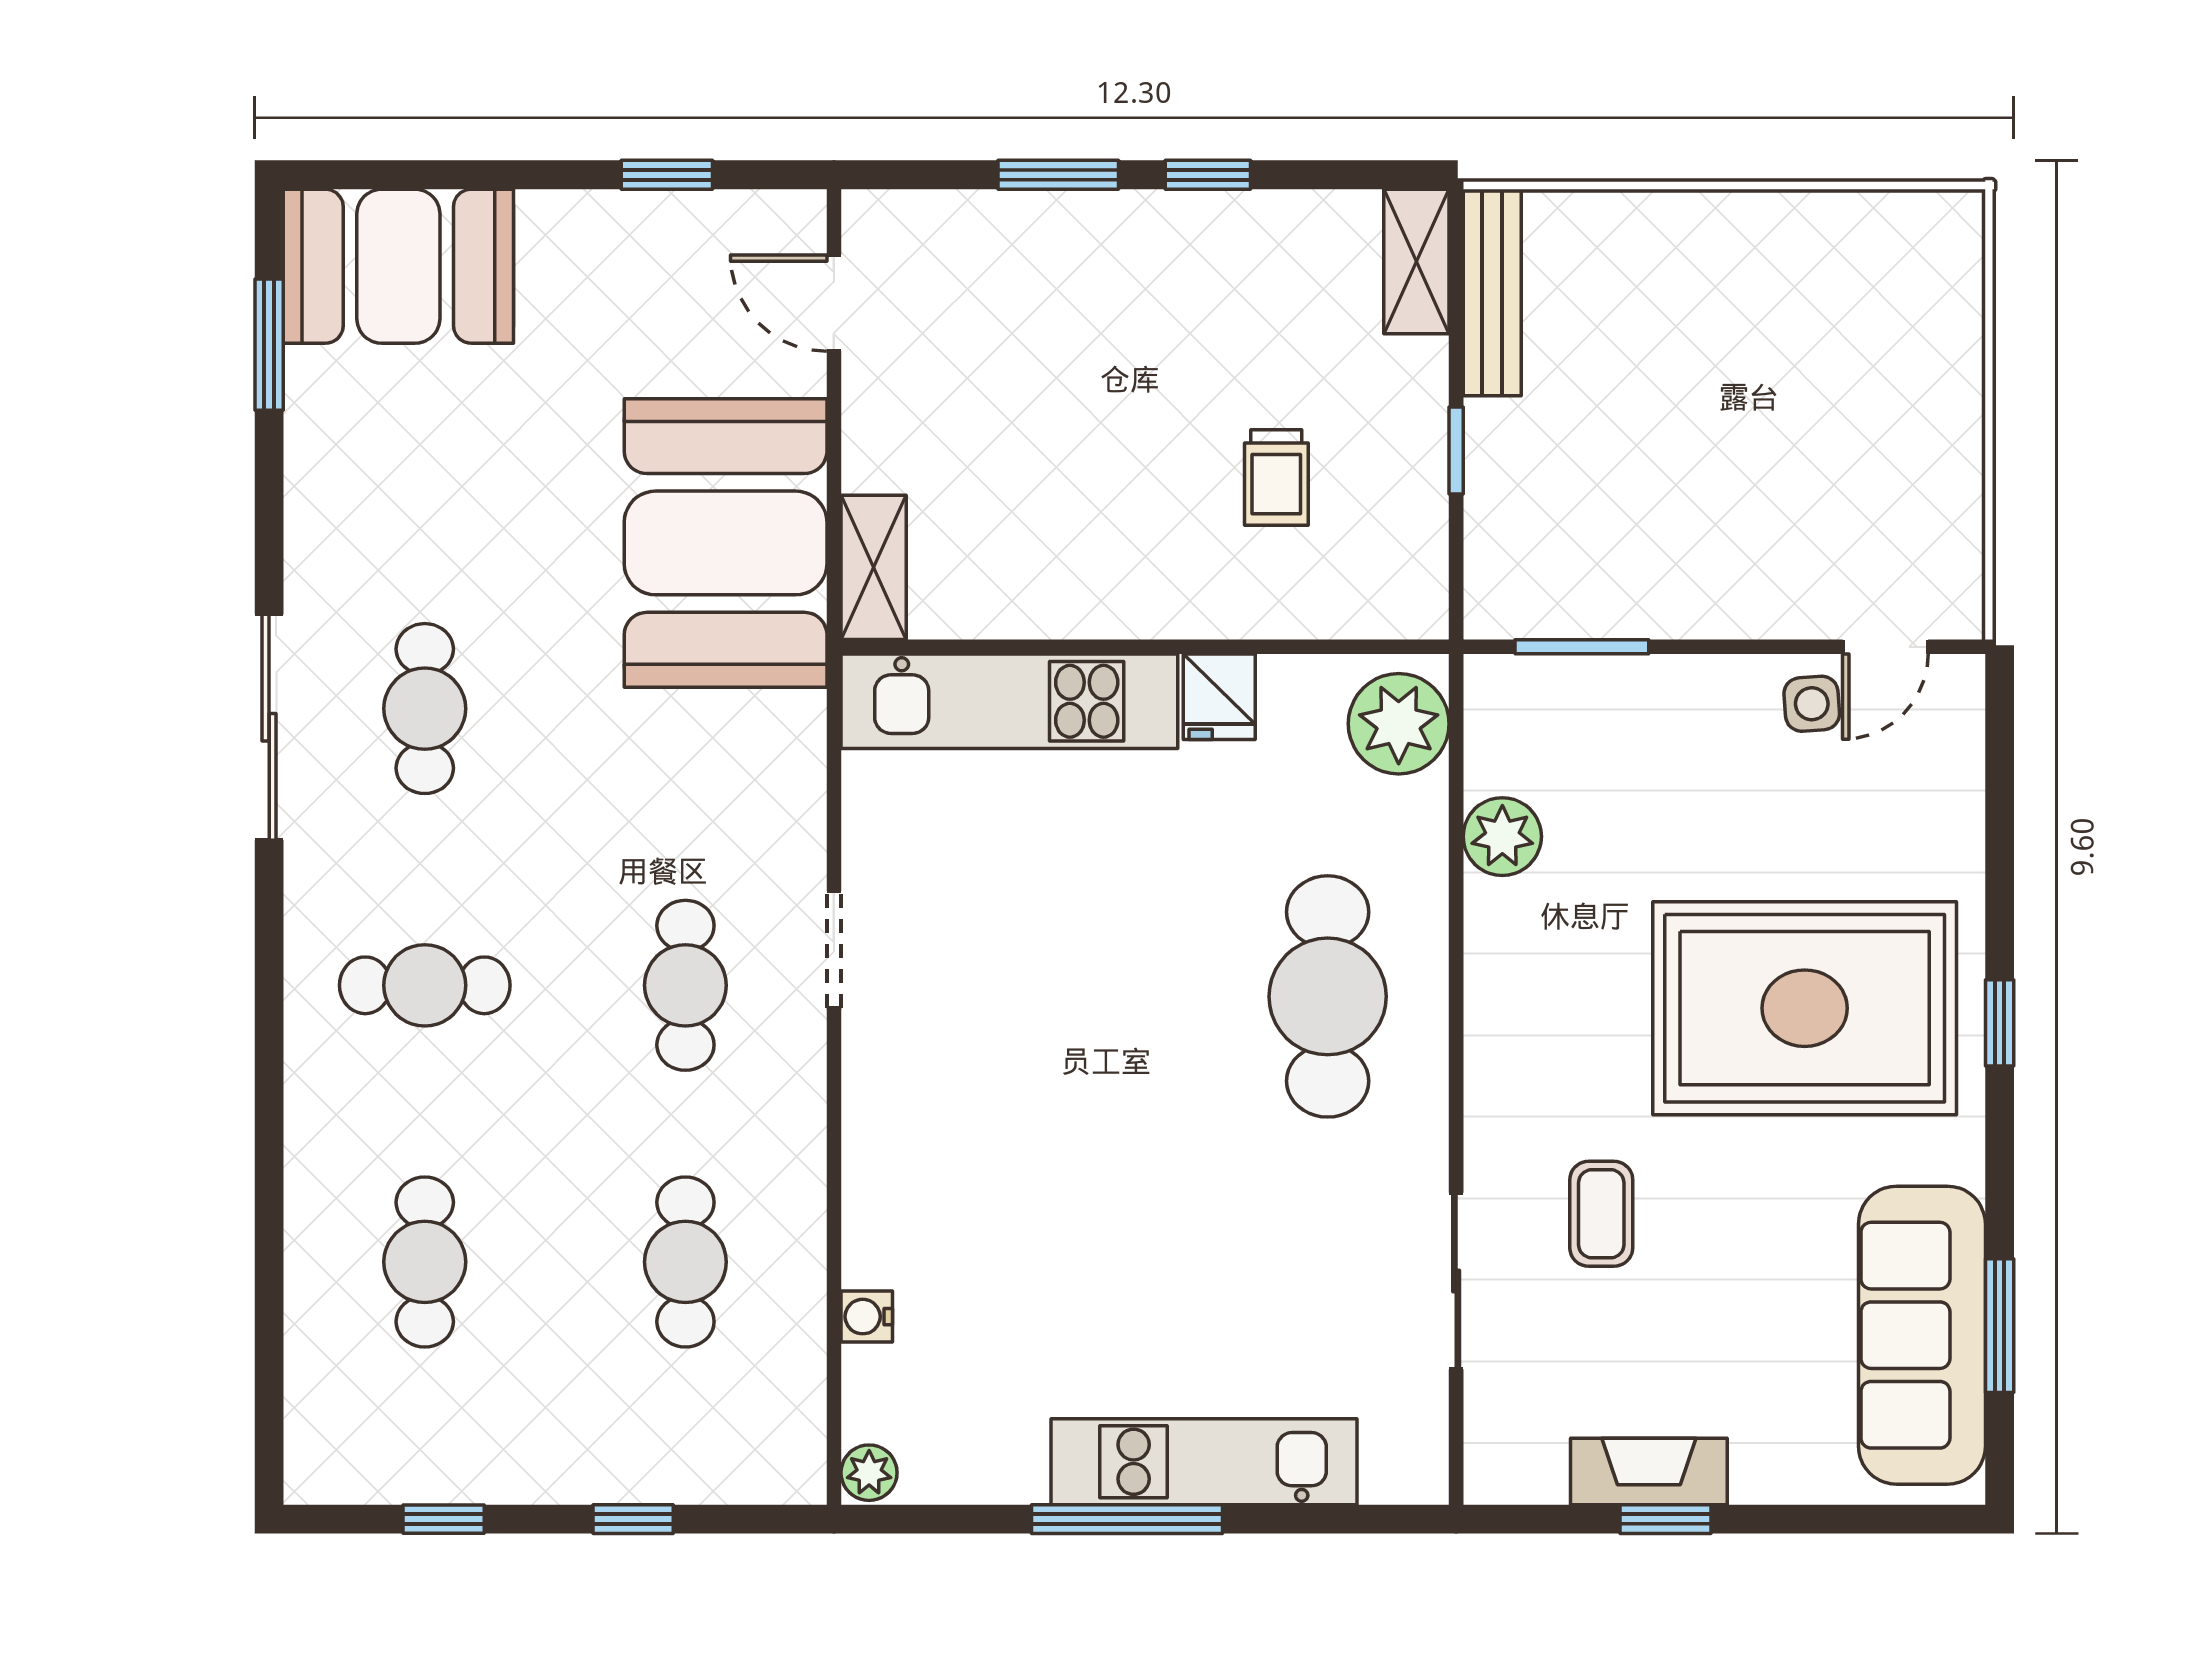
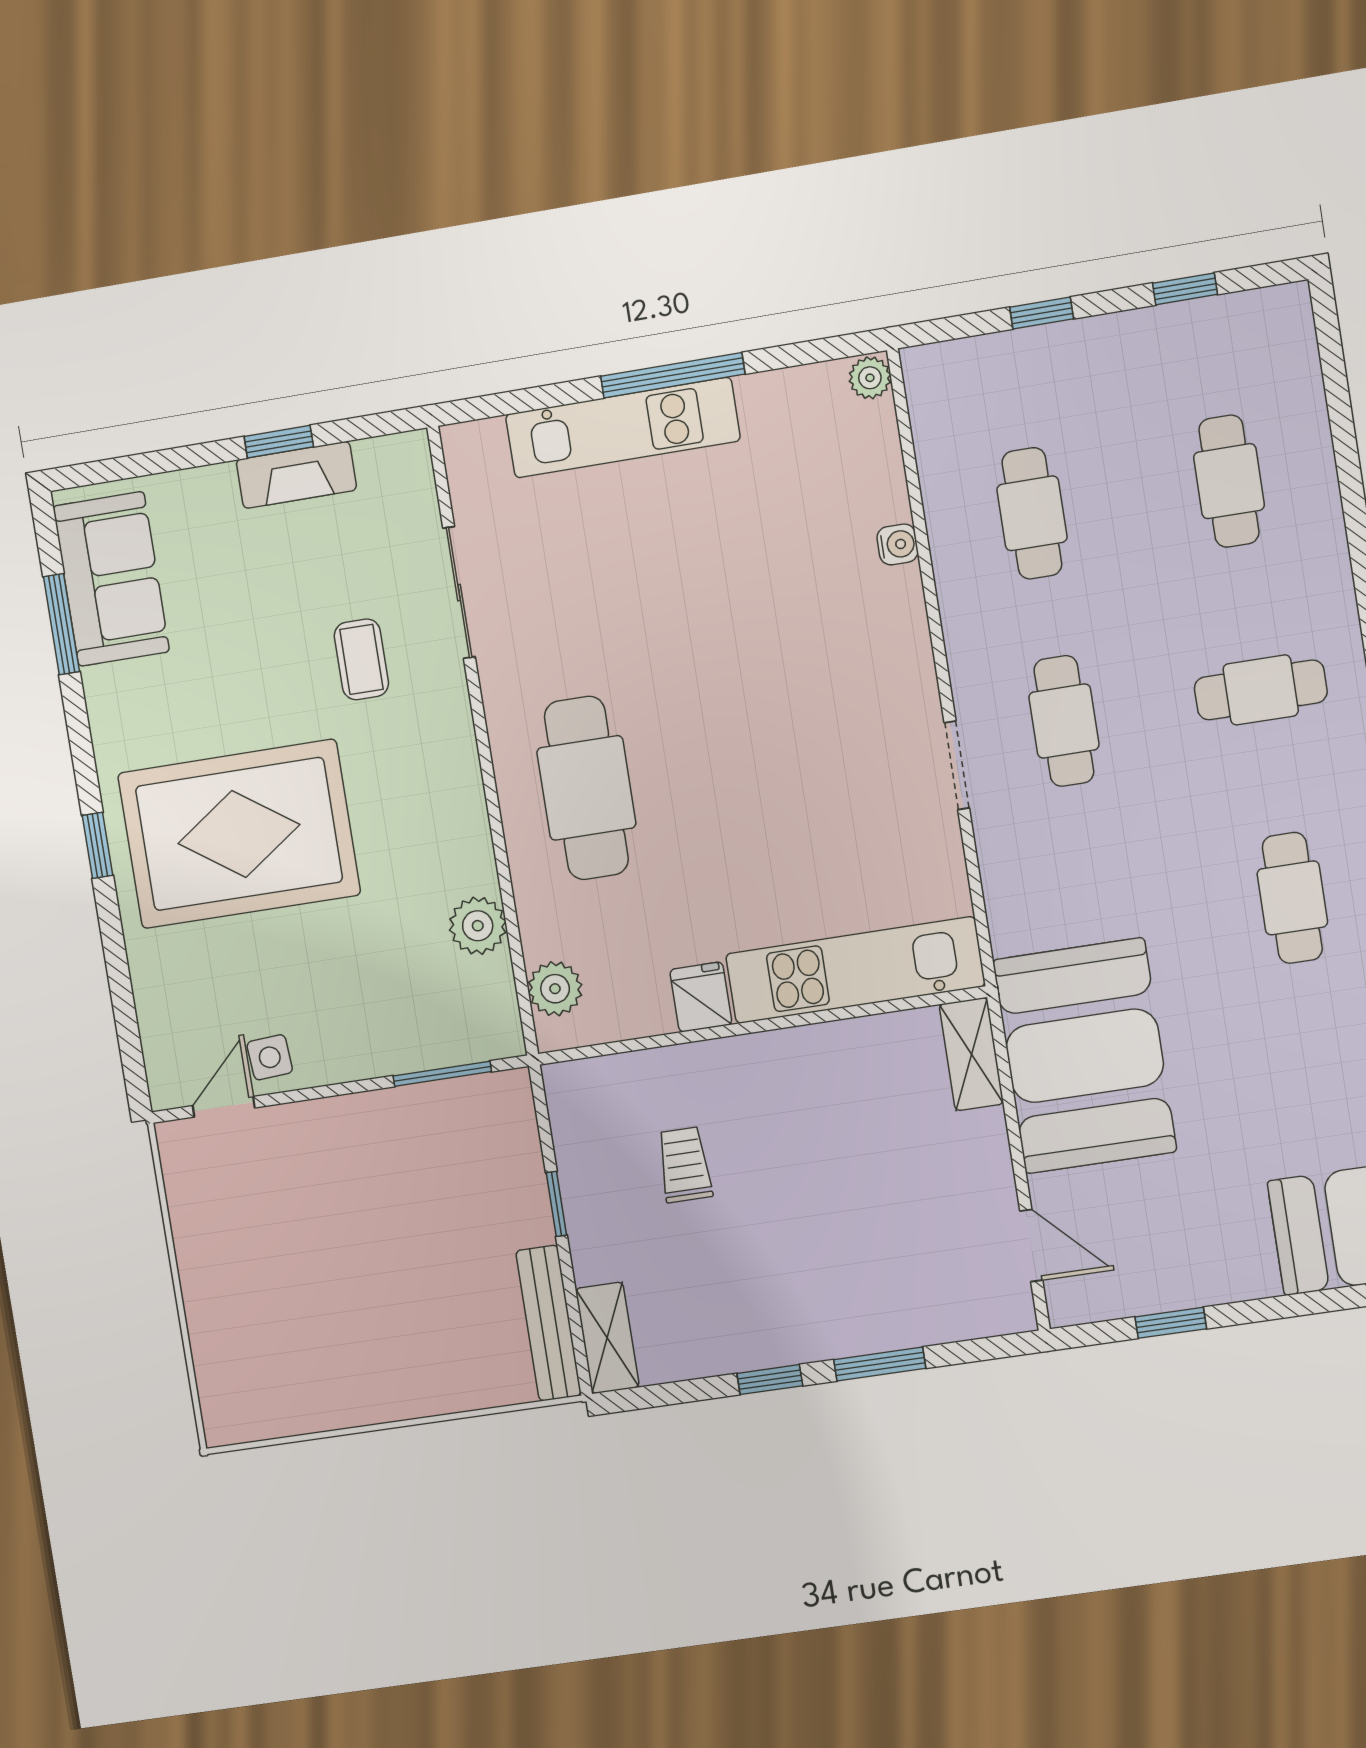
plant: (1399, 724) -> (555, 989), width x0.73, depth x0.73
water cooler: (867, 1317) -> (898, 544), moved
sofa: (1922, 1335) -> (111, 579), width x0.73

